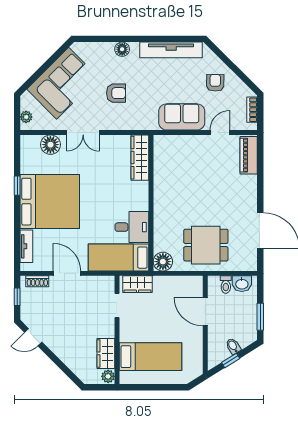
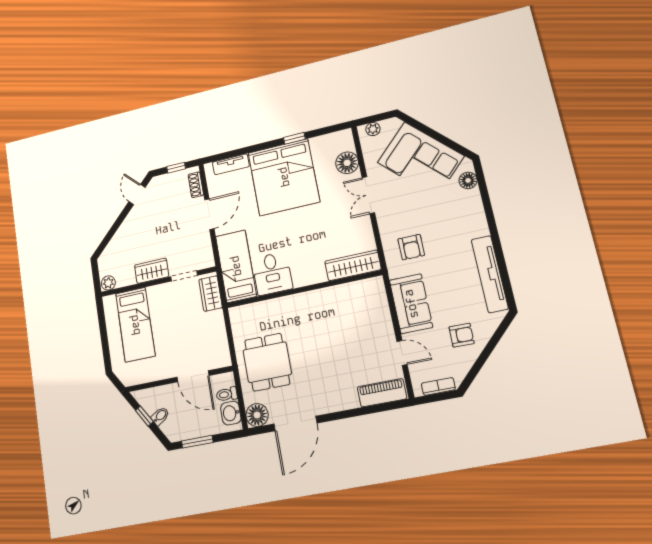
floor lamp: (122, 49) -> (468, 180), moved
armchair: (116, 93) -> (411, 247), moved
floor lamp: (163, 262) -> (257, 415), moved
door: (205, 312) -> (193, 376), swing flipped
wardrobe: (106, 353) -> (152, 271), moved

